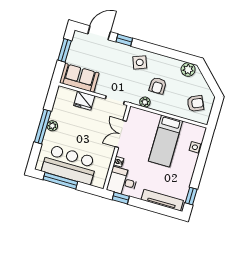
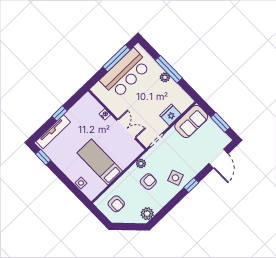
window: (124, 40) -> (191, 185), moved
armchair: (158, 86) -> (148, 182), turned 90
armchair: (195, 103) -> (116, 204), turned -65
desk: (122, 182) -> (87, 108), removed
window: (121, 198) -> (60, 113), moved

